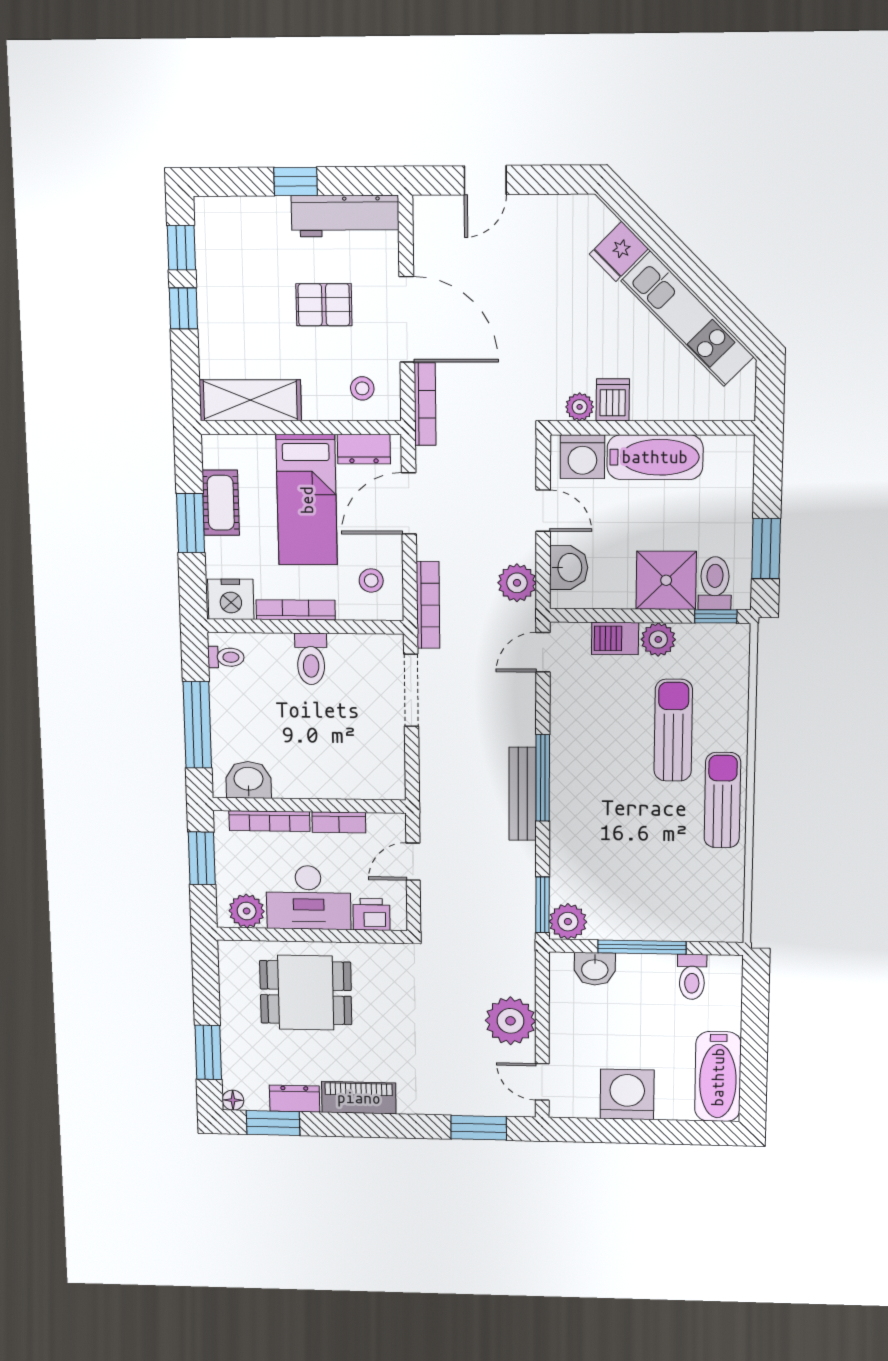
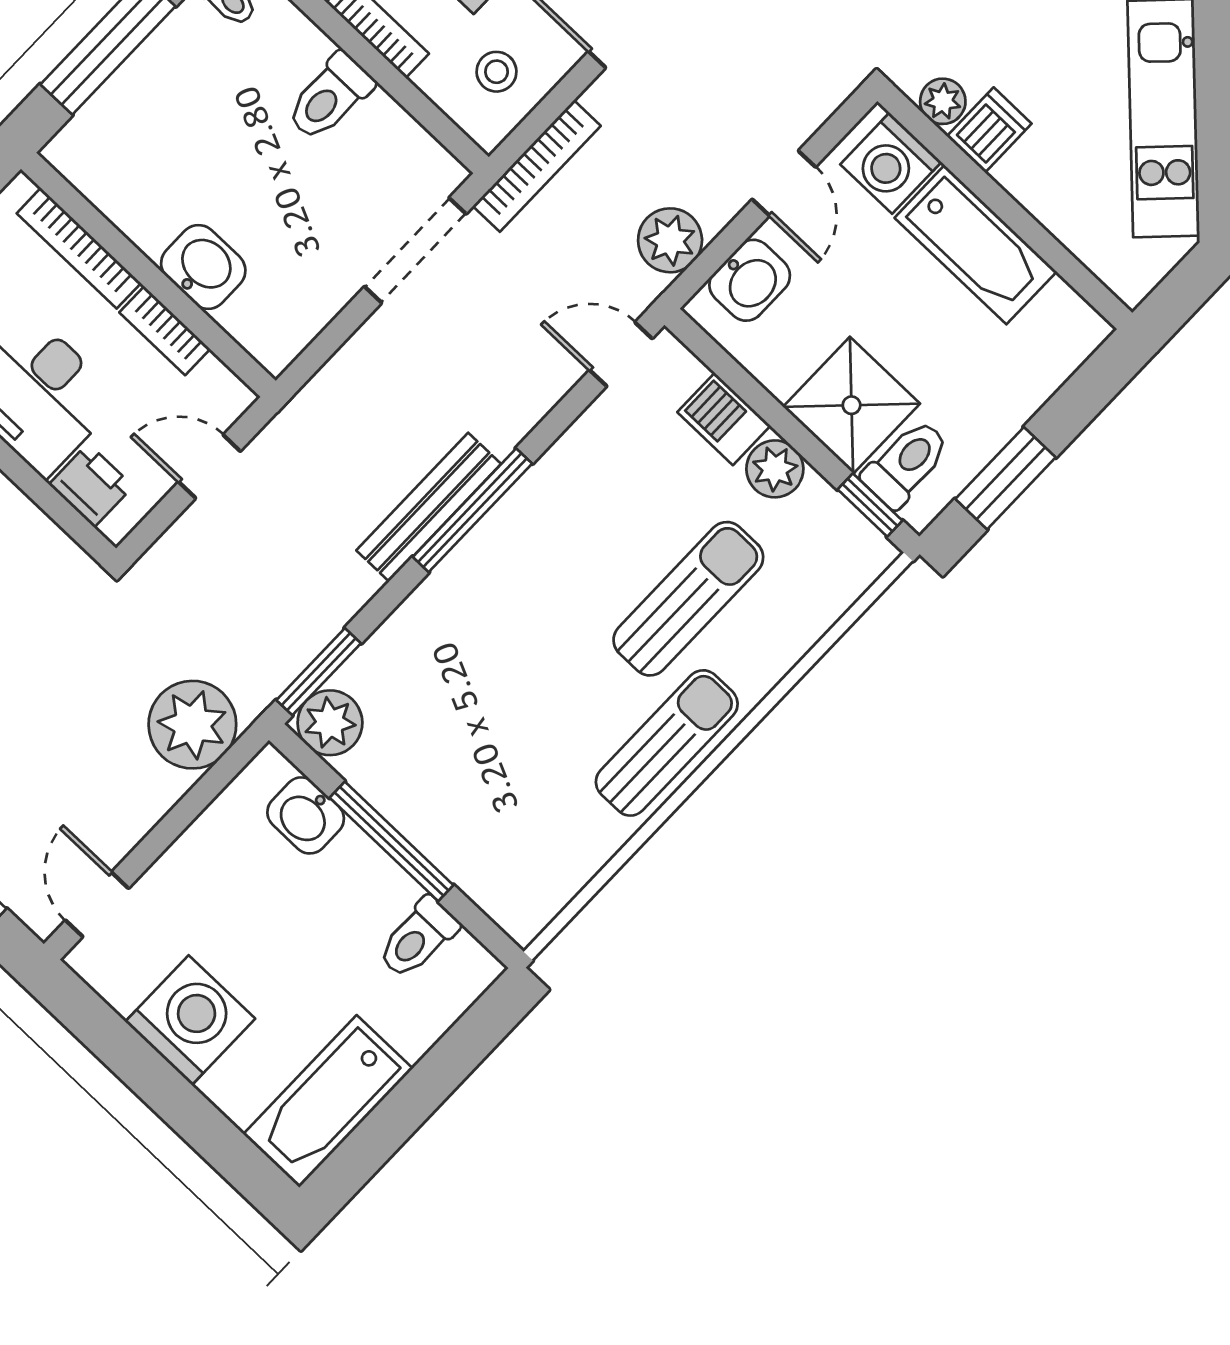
washbasin: (249, 780) -> (203, 267), moved
plant: (511, 1021) -> (192, 725), moved

